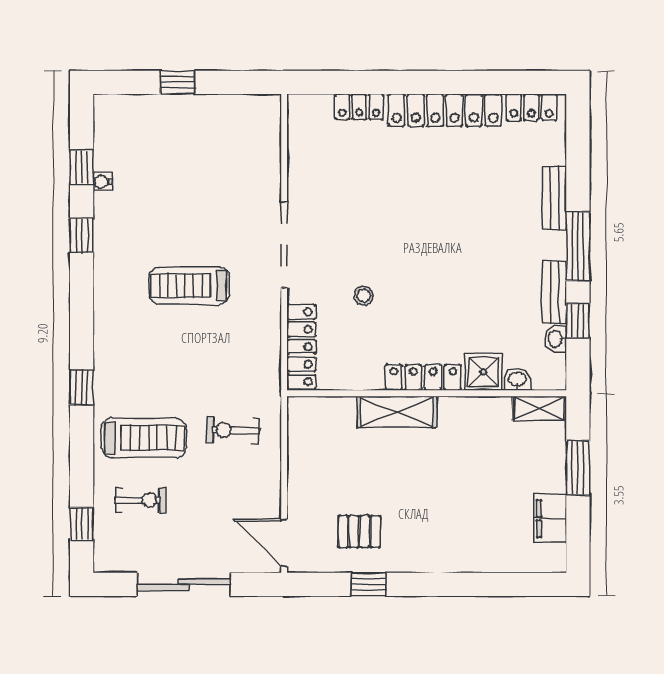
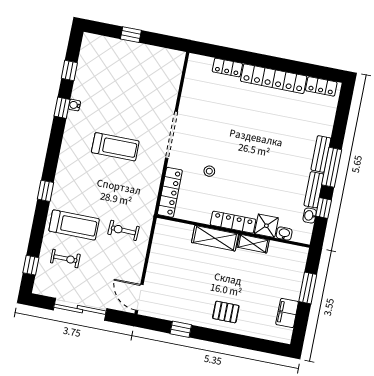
water cooler: (103, 182) -> (74, 105), moved
bench: (554, 198) -> (321, 154), moved
treadmill: (189, 286) -> (115, 147), turned 180
shelving: (540, 408) -> (253, 244), moved
pallet: (359, 532) -> (226, 312), moved

